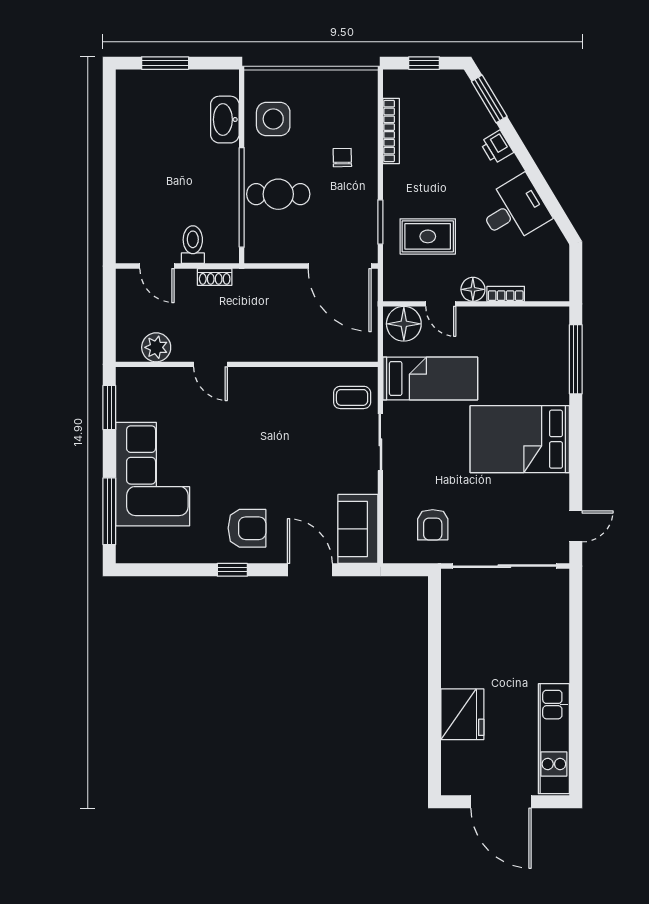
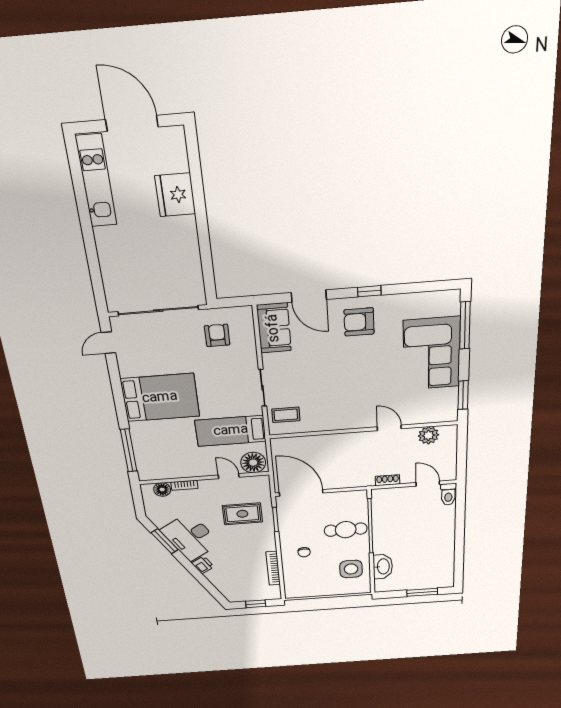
window: (489, 99) -> (165, 541), moved
desk: (514, 210) -> (190, 537), width x1.37
toilet: (193, 245) -> (448, 494), moved
floor lamp: (473, 289) -> (162, 490), moved

